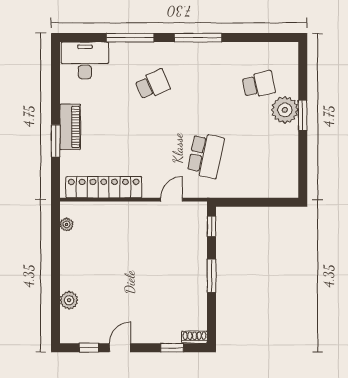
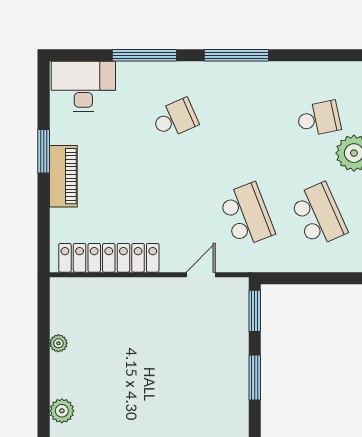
window: (56, 141) -> (44, 151), moved
school desk: (206, 155) -> (247, 215), turned -33
school desk: (259, 155) -> (319, 215), added
plant: (67, 224) -> (58, 343), moved
window: (212, 226) -> (255, 311), width x1.50

